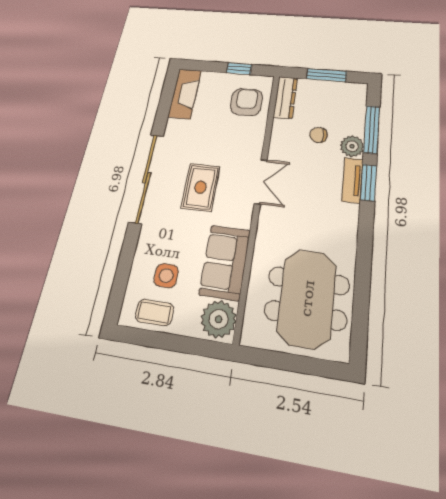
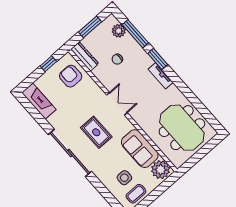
plant: (352, 146) -> (119, 31), moved
tv unit: (352, 180) -> (161, 76), moved

